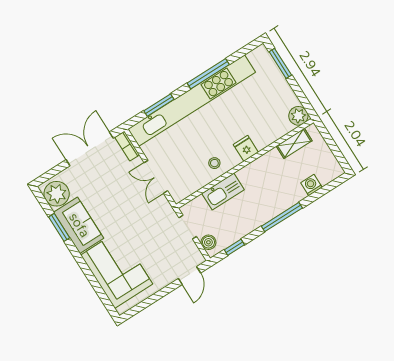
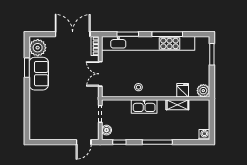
shelving: (294, 143) -> (177, 105), moved
fridge: (246, 148) -> (183, 90), moved
washing machine: (311, 185) -> (204, 135), moved
kitchen sink: (223, 192) -> (144, 106), moved
corner sofa: (117, 270) -> (44, 112), removed

